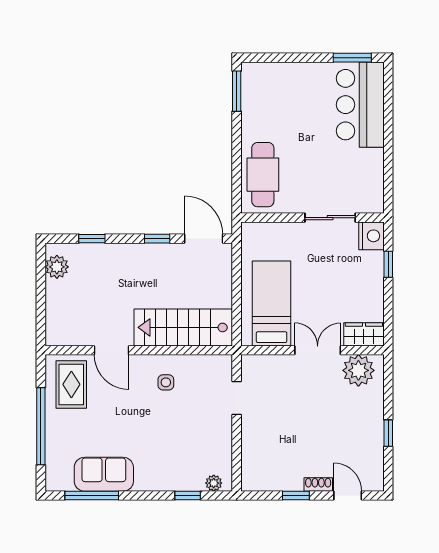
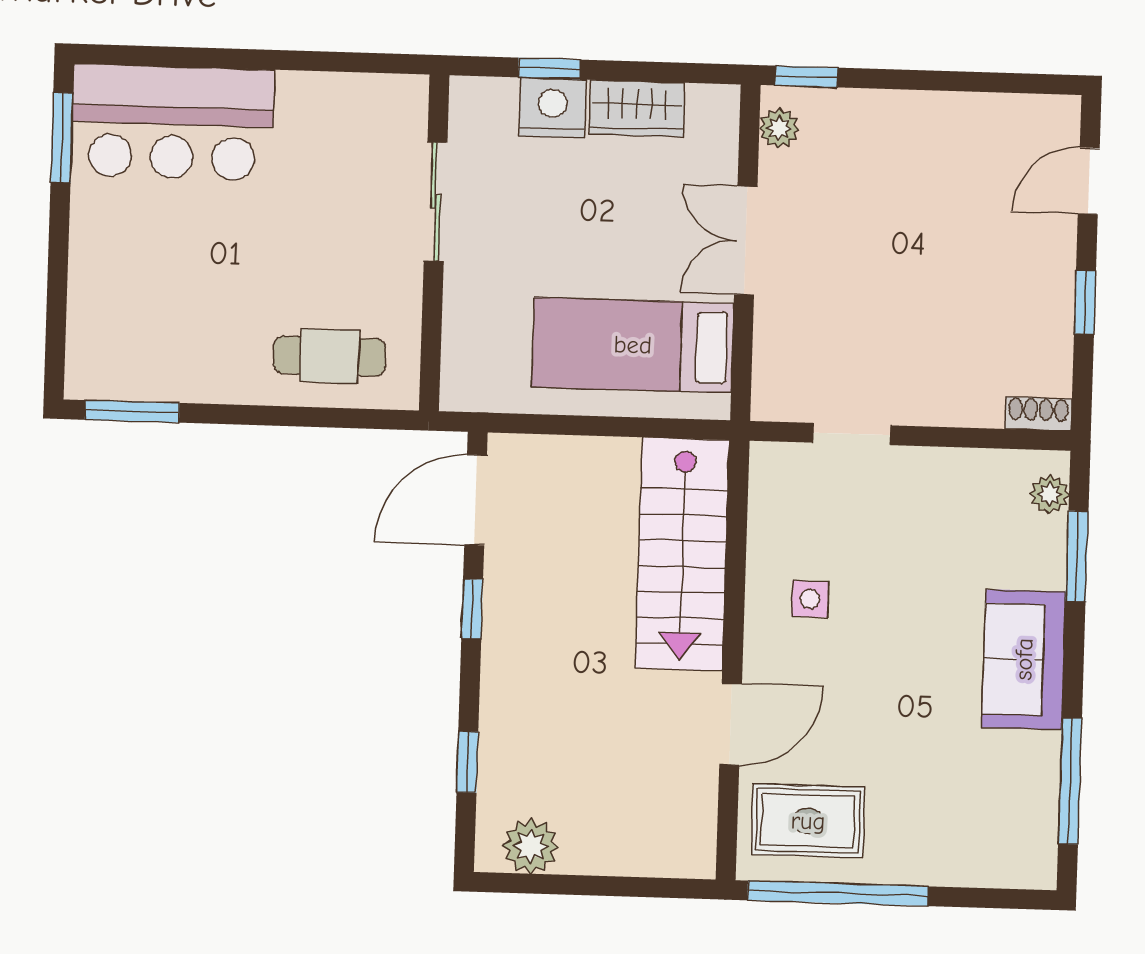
cafe table: (263, 175) -> (330, 356), width x0.73, depth x0.74
nightstand: (371, 236) -> (553, 108), moved
wardrobe: (364, 334) -> (637, 109), moved, turned -90
plant: (358, 370) -> (779, 128), width x0.53, depth x0.53
window: (41, 426) -> (838, 893), moved
window: (388, 433) -> (806, 77), moved
sofa: (104, 474) -> (1024, 659), moved
shoe rack: (318, 484) -> (1038, 414), moved, turned 90
window: (188, 496) -> (1077, 556), width x1.50

